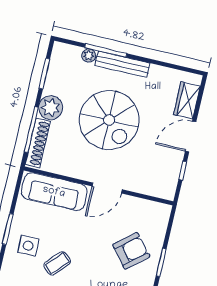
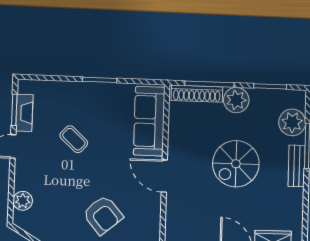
plant: (89, 56) -> (292, 122), width x1.88, depth x1.88
bench: (122, 64) -> (297, 166), width x0.73
spiral stairs: (109, 120) -> (236, 164), width x0.73, depth x0.73
side table: (28, 246) -> (86, 105), removed

